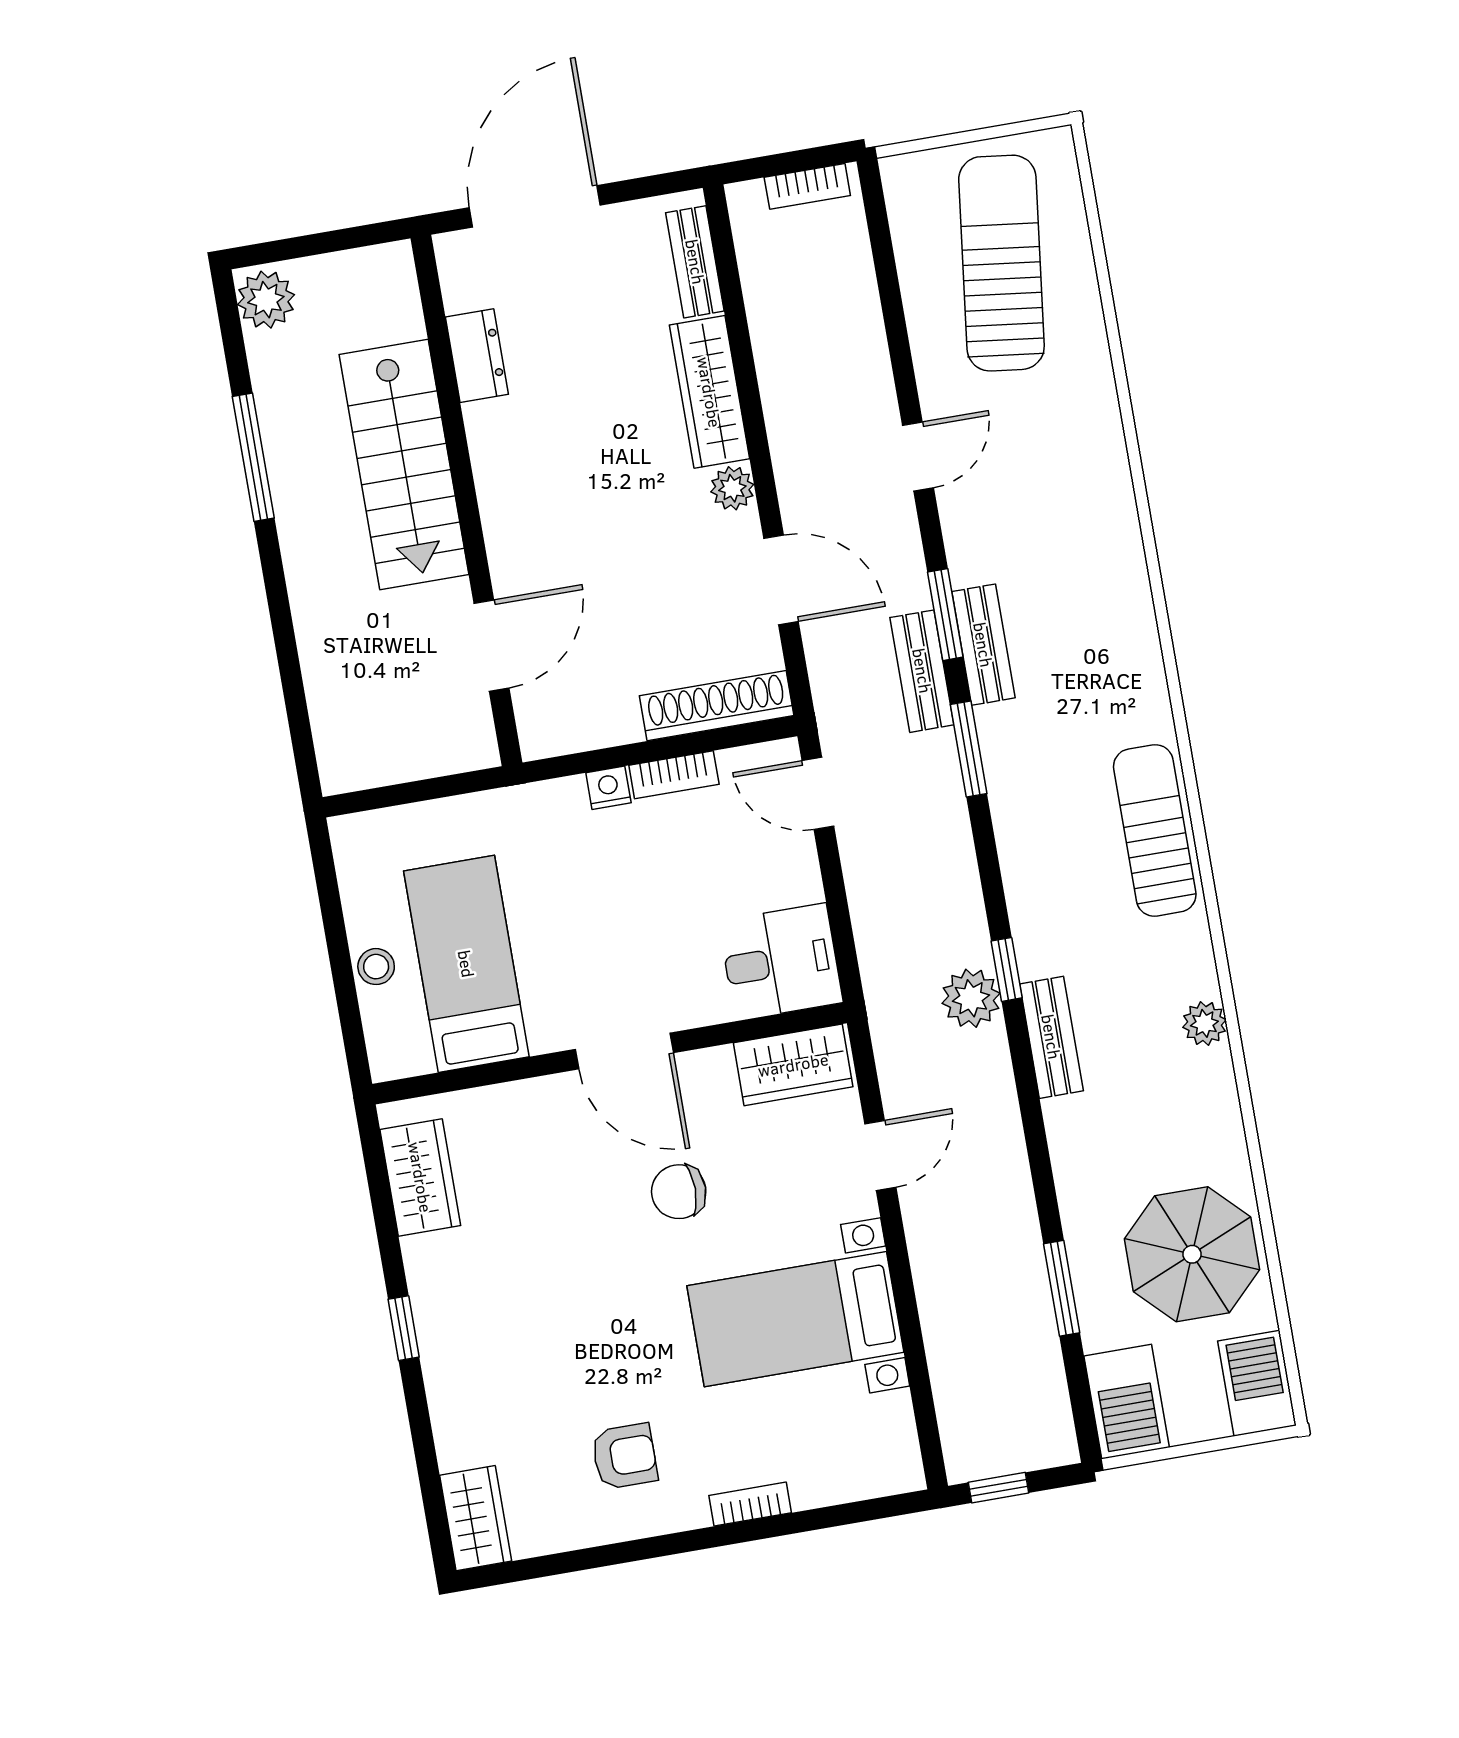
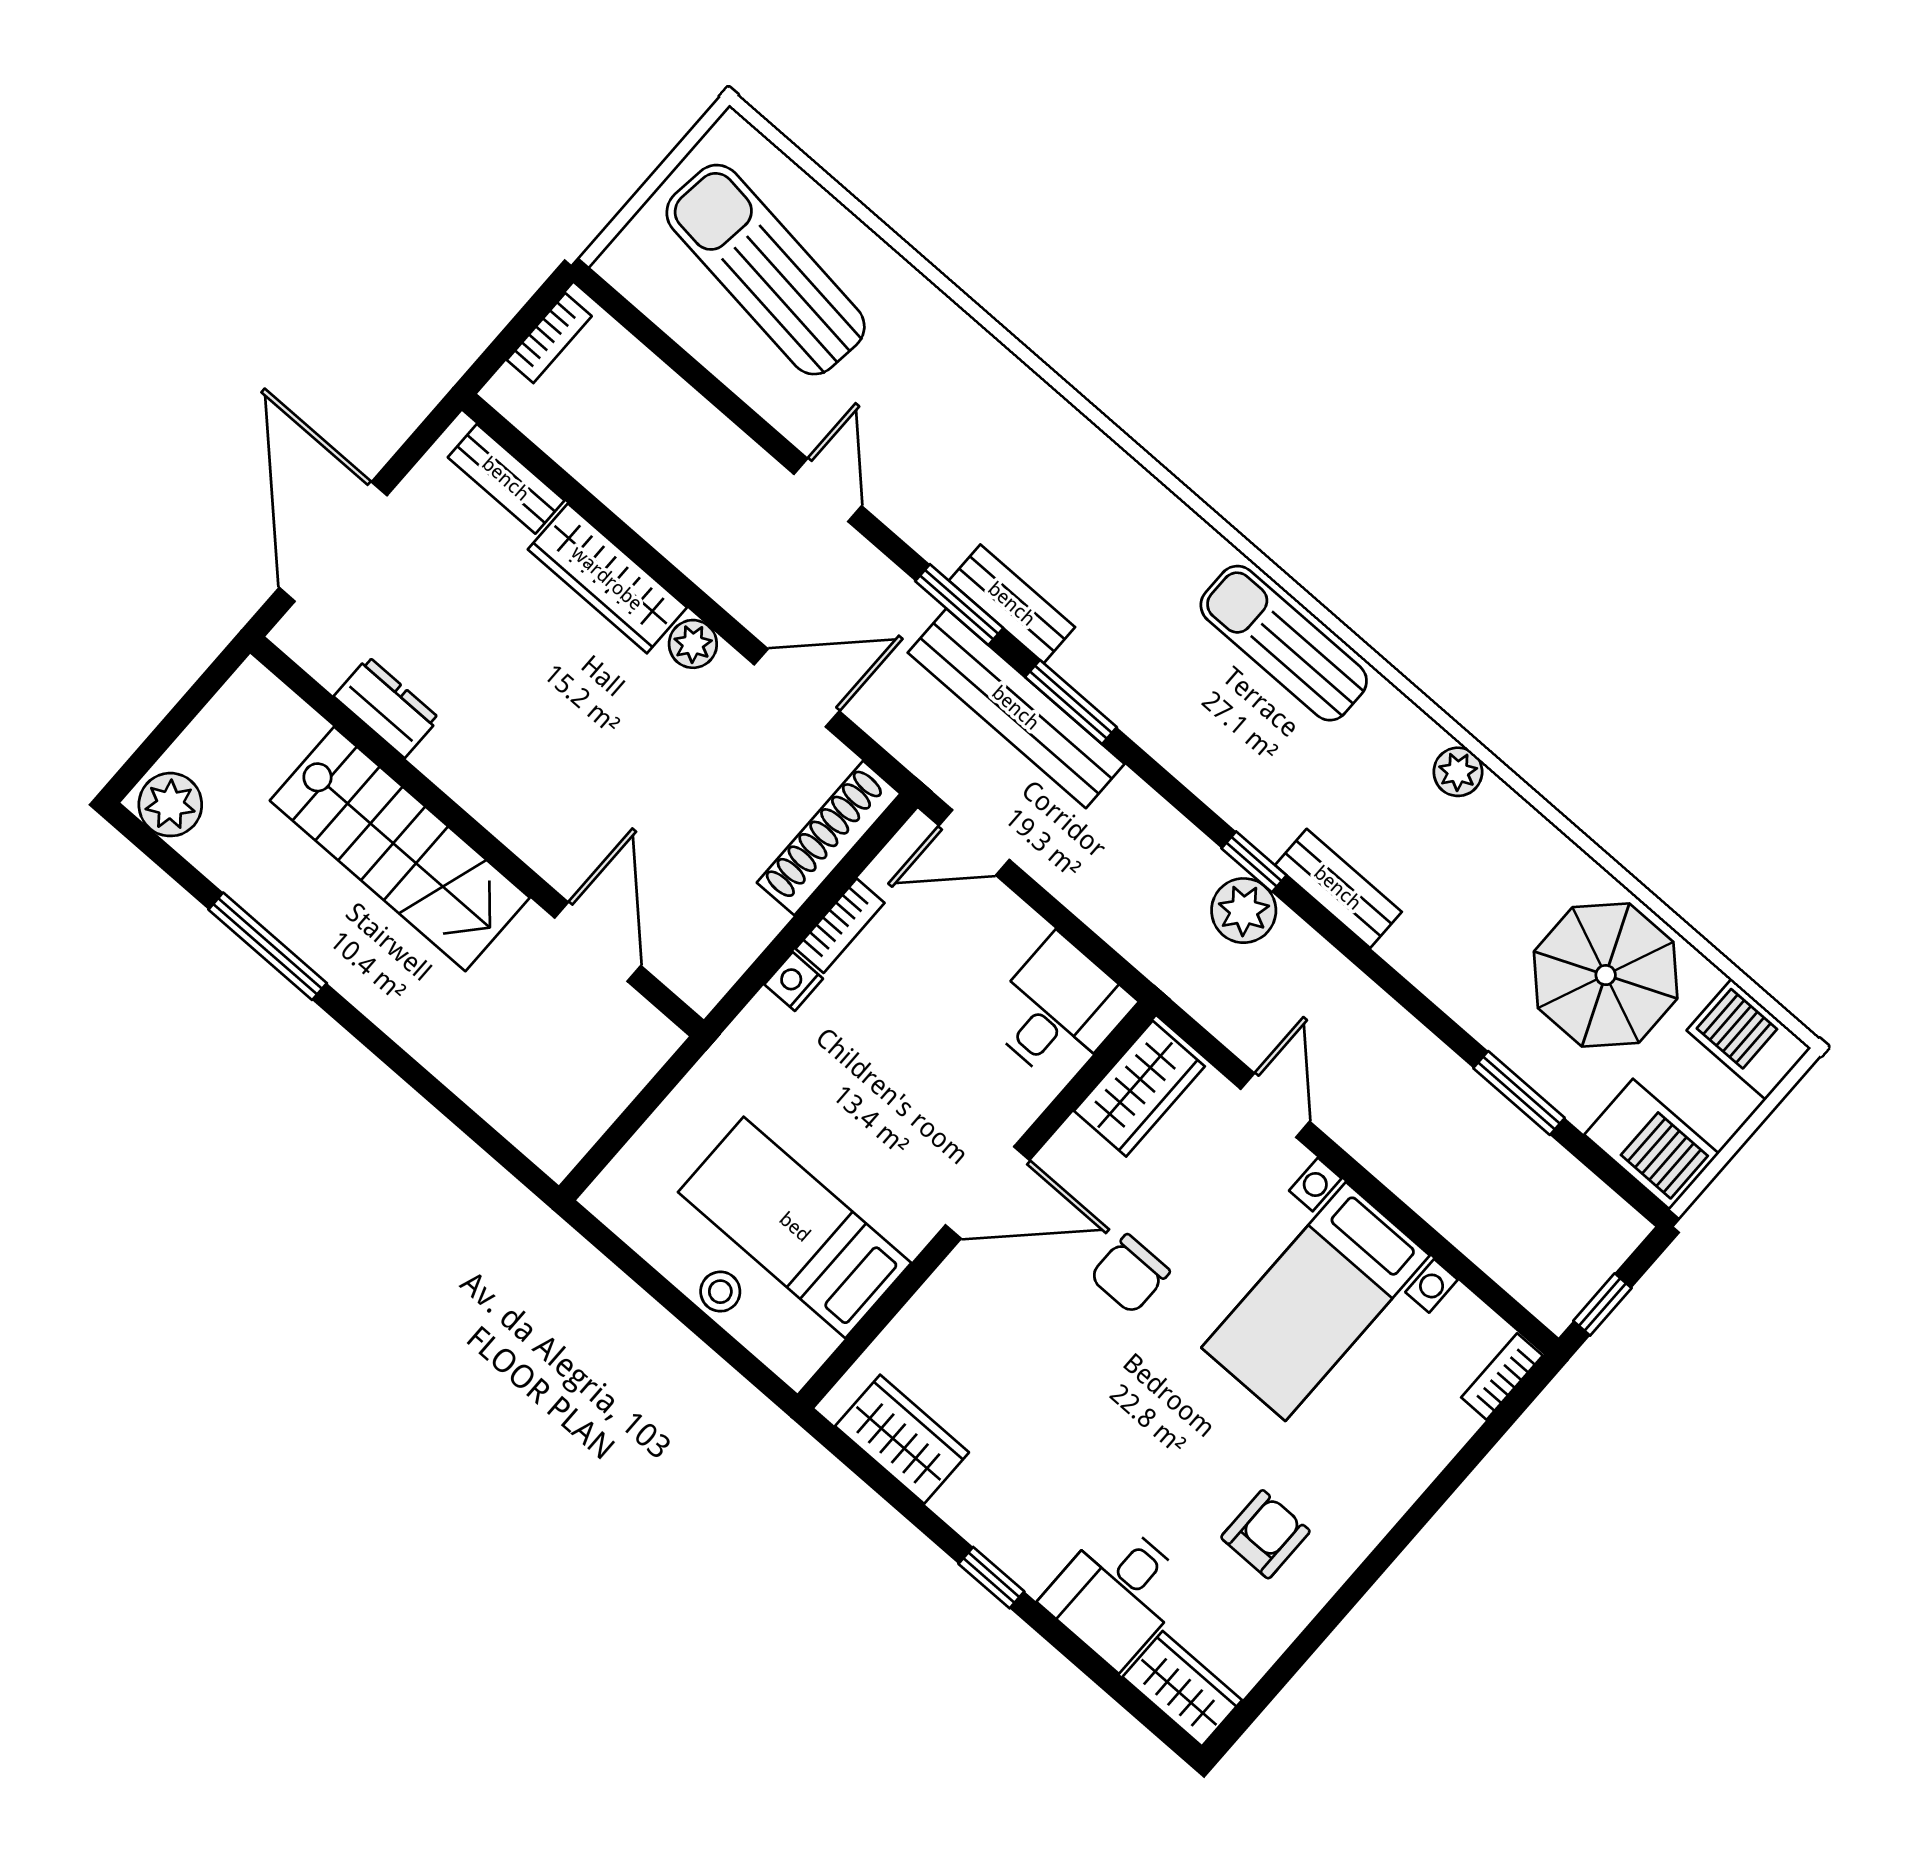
bench: (922, 671) -> (1016, 708), width x1.86, depth x1.21
desk: (484, 1412) -> (1117, 1593), added
bookcase: (750, 1504) -> (1502, 1377), moved

